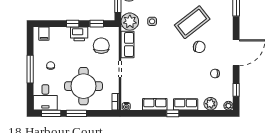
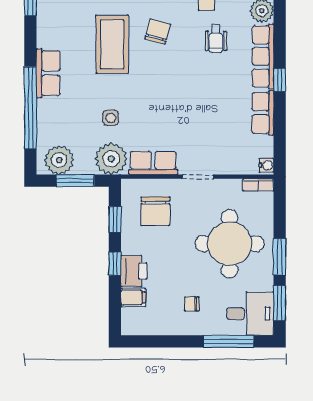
coffee table: (192, 22) -> (112, 44), turned 38
filing cabinet: (44, 34) -> (133, 298), moved
printer: (79, 34) -> (134, 271), moved
chair: (101, 46) -> (155, 211), turned -90
window: (30, 69) -> (229, 341), moved
wheelchair: (195, 79) -> (216, 39), added
row of seats: (186, 104) -> (263, 56), width x1.48

